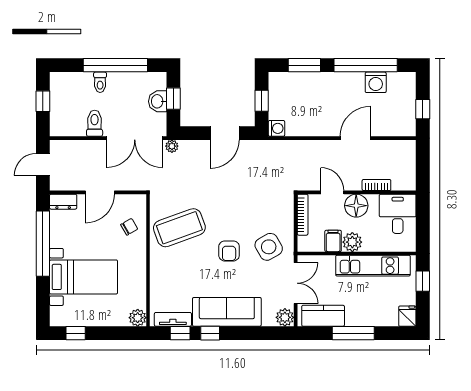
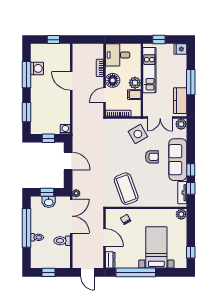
window: (366, 65) -> (27, 75), width x0.68
armchair: (229, 251) -> (152, 157), moved
double door: (296, 283) -> (160, 118), swing flipped

